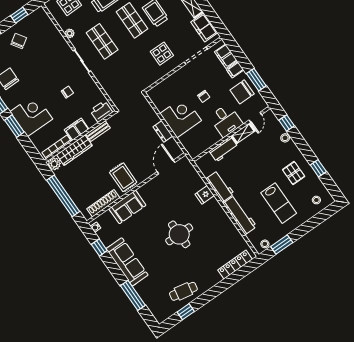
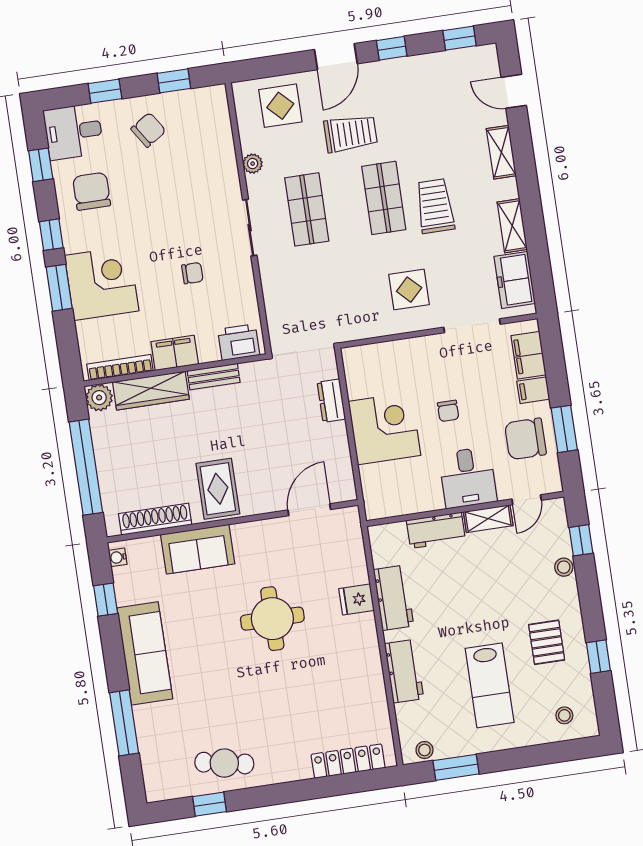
dresser: (163, 131) -> (331, 401), moved
workbench: (240, 215) -> (404, 671), width x0.73
round table: (179, 234) -> (272, 619), moved

